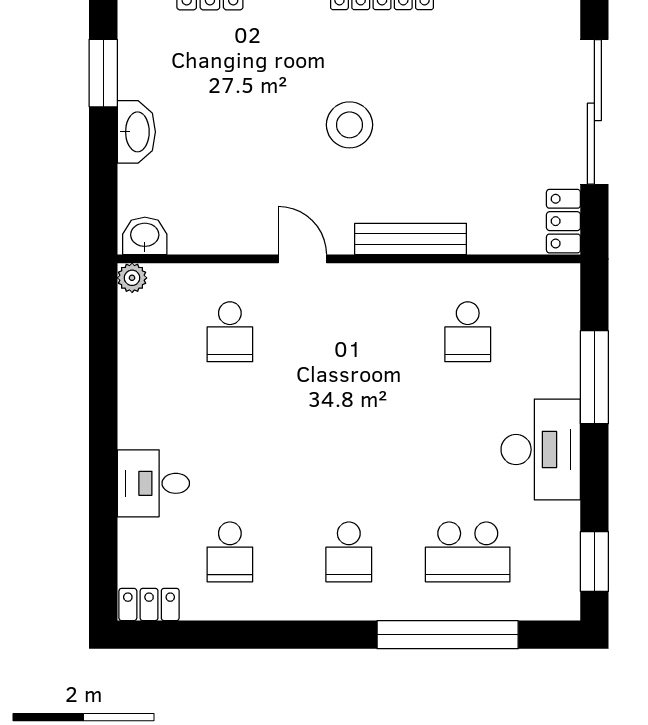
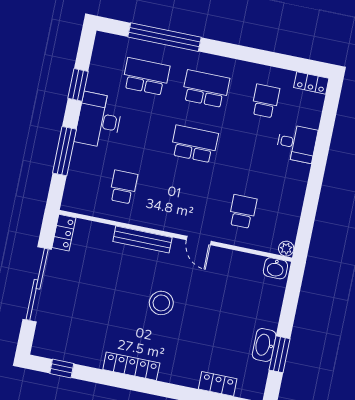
washbasin: (136, 132) -> (264, 345), moved
school desk: (349, 442) -> (194, 144), added
school desk: (349, 552) -> (206, 89), width x1.85
window: (594, 562) -> (78, 85), moved

